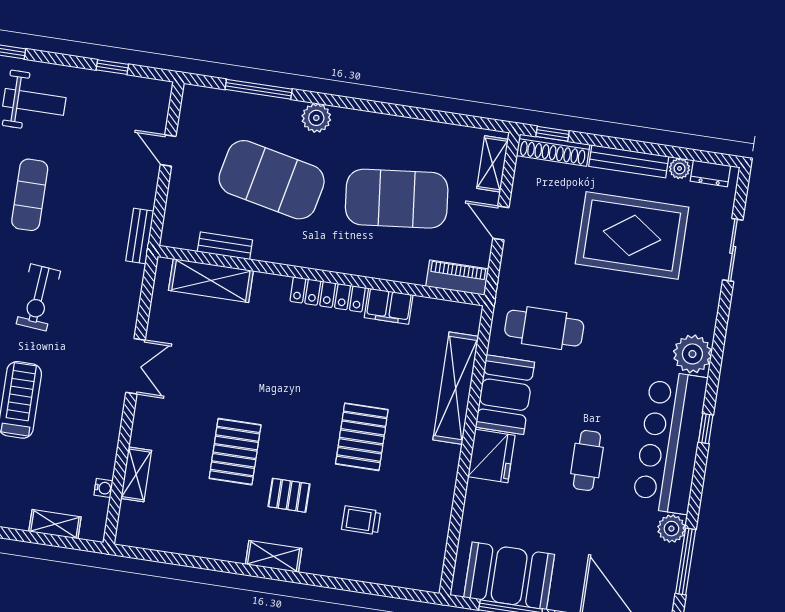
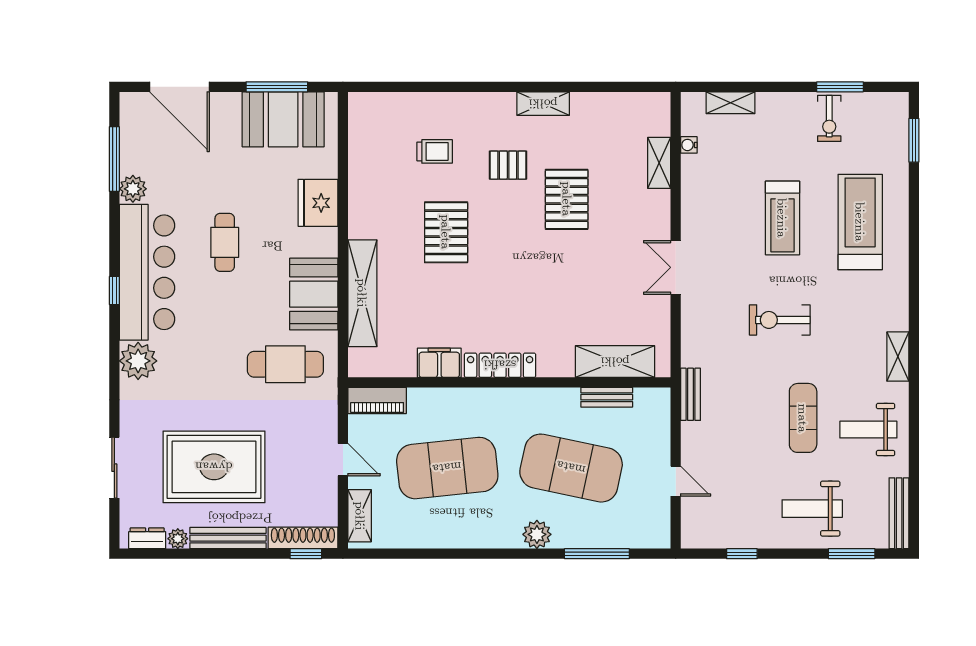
exercise bike: (38, 297) -> (780, 320), turned -95
fridge: (491, 456) -> (318, 203), moved
shelving: (274, 556) -> (543, 104), moved

